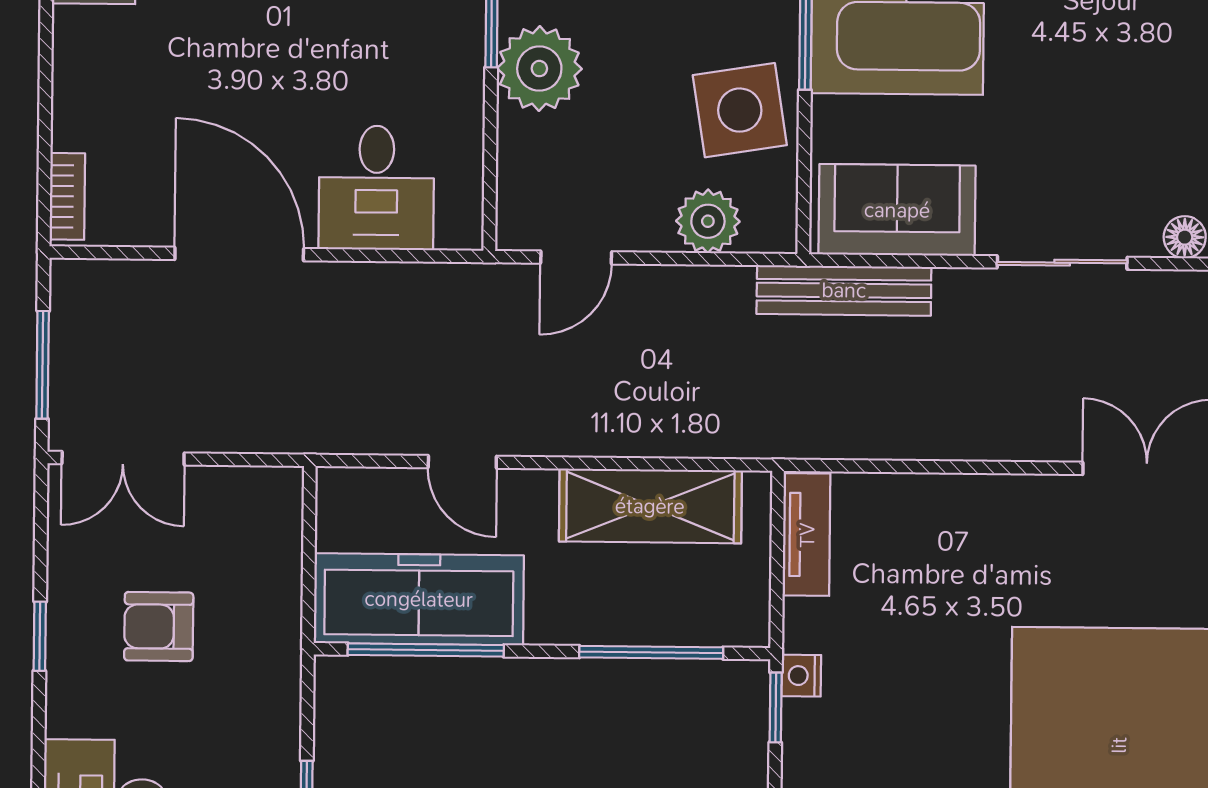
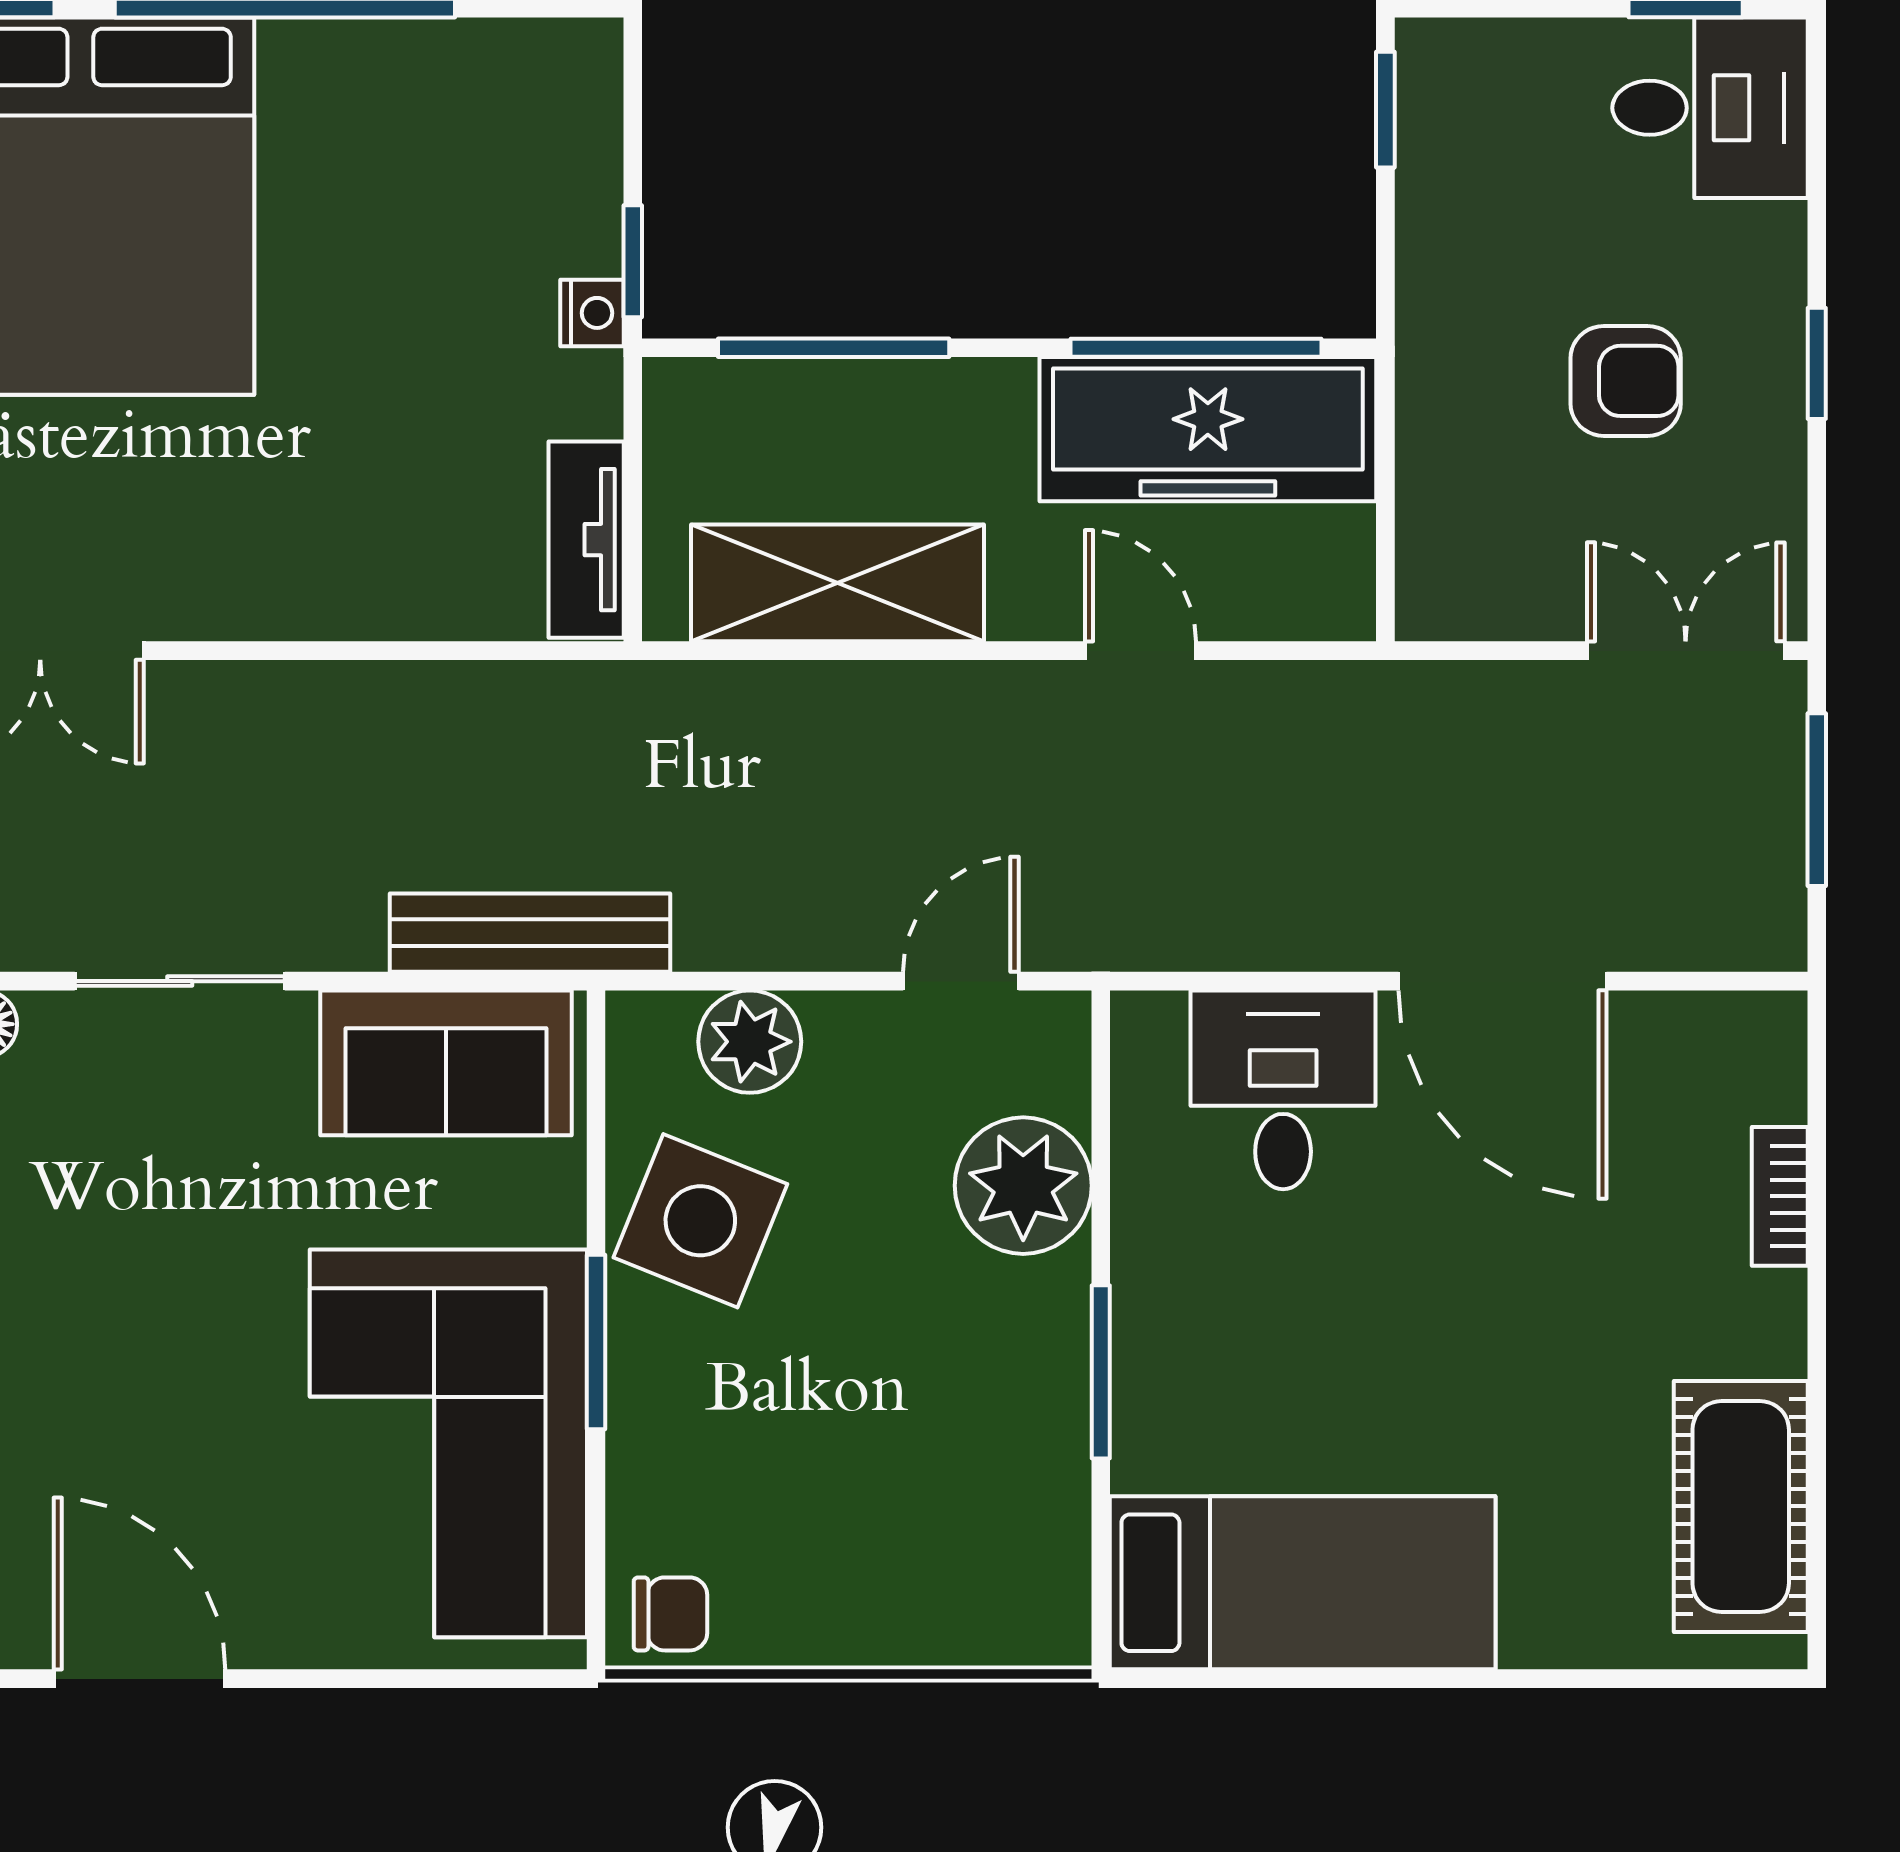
plant: (539, 69) -> (1023, 1186), moved
side table: (740, 110) -> (700, 1221), turned 31
bookcase: (67, 196) -> (1780, 1196), moved

